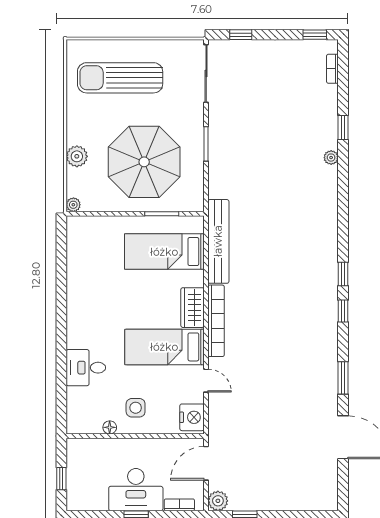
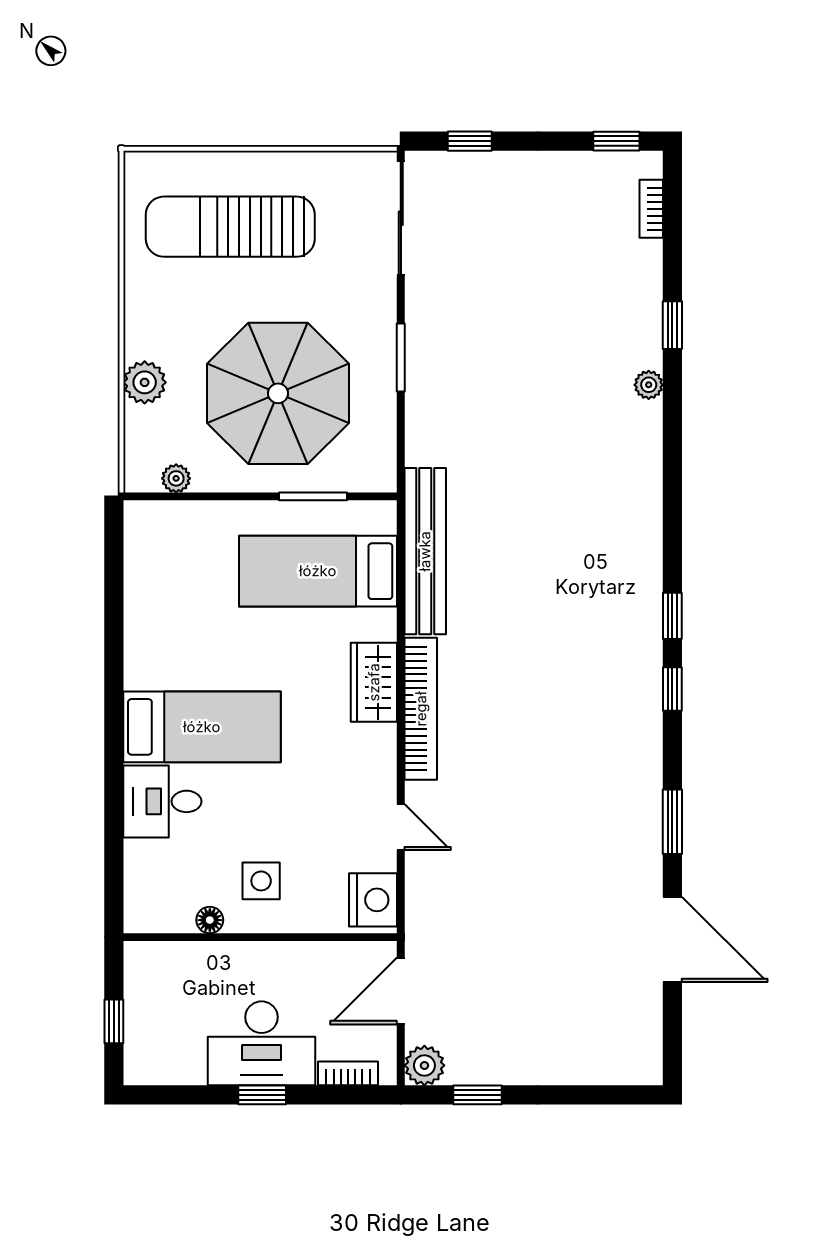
plant: (73, 205) -> (176, 478), moved
bed: (164, 347) -> (202, 727), moved, turned 180

